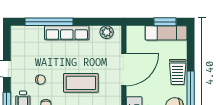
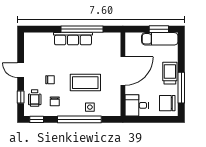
window: (49, 22) -> (82, 29), moved
plant: (107, 32) -> (108, 38), removed
trolley: (178, 72) -> (170, 73), turned 180

